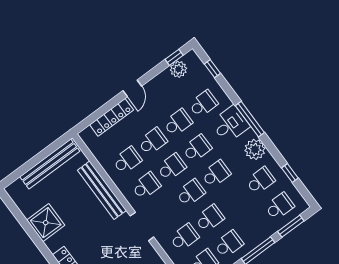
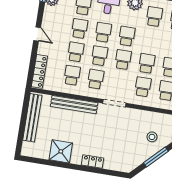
locker: (112, 117) -> (39, 71), moved

